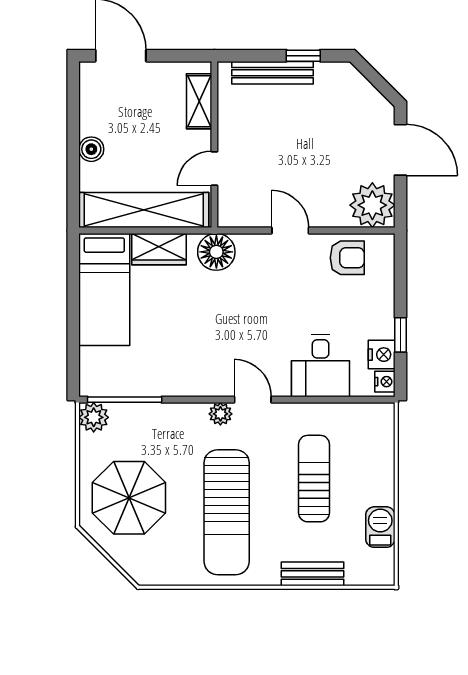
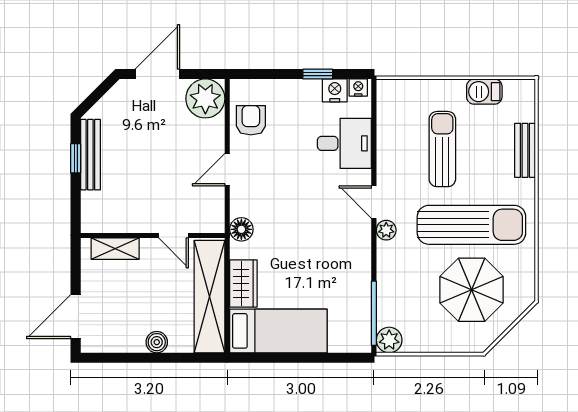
bench: (273, 73) -> (90, 155), moved
floor lamp: (216, 252) -> (241, 229), width x0.73, depth x0.73
door: (253, 400) -> (374, 202), hinge flipped
sun lounger: (314, 479) -> (442, 149), turned 90
parasol: (129, 498) -> (472, 290), moved

